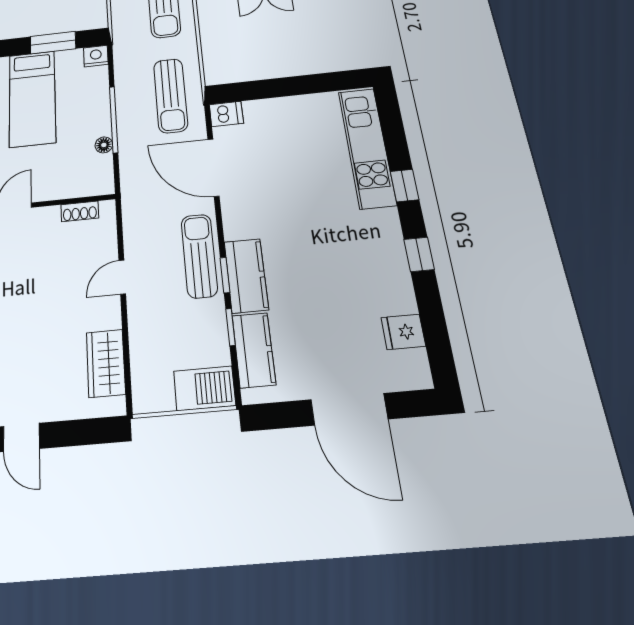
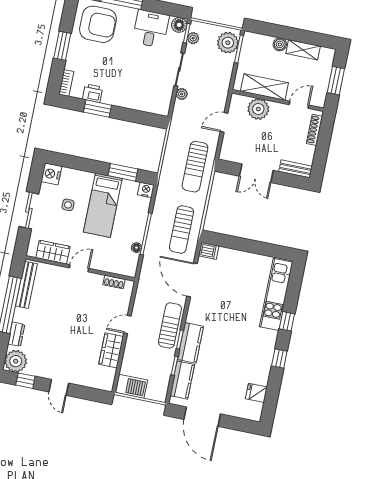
wardrobe: (106, 363) -> (111, 350), moved
barbecue: (205, 388) -> (131, 386), moved
door: (349, 409) -> (202, 417), moved

